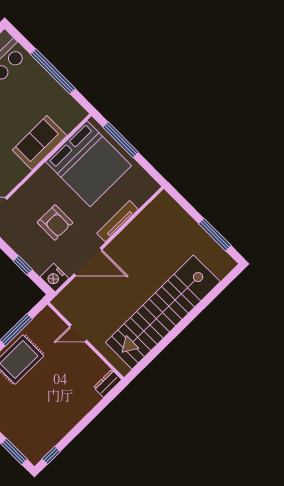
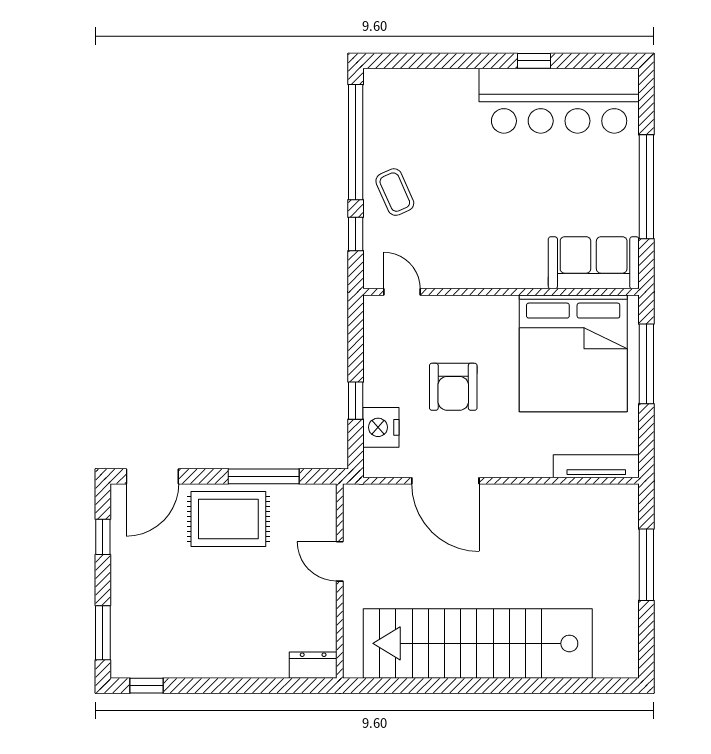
sofa: (40, 143) -> (594, 263), moved
tv unit: (117, 221) -> (596, 466), moved
window: (215, 235) -> (646, 565), moved
nightstand: (54, 278) -> (381, 427), moved

